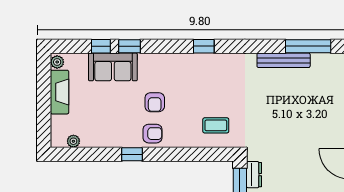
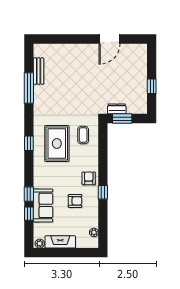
window: (308, 46) -> (29, 88), moved
bench: (284, 60) -> (39, 71), moved, width x0.73
rug: (203, 87) -> (57, 143), added
armchair: (155, 102) -> (75, 201), moved

